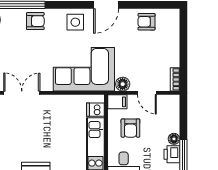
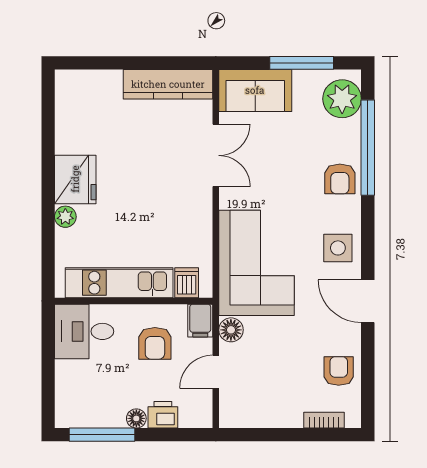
bookcase: (175, 79) -> (324, 420), moved
armchair: (130, 128) -> (155, 343), turned -90
printer: (172, 154) -> (163, 415), moved

